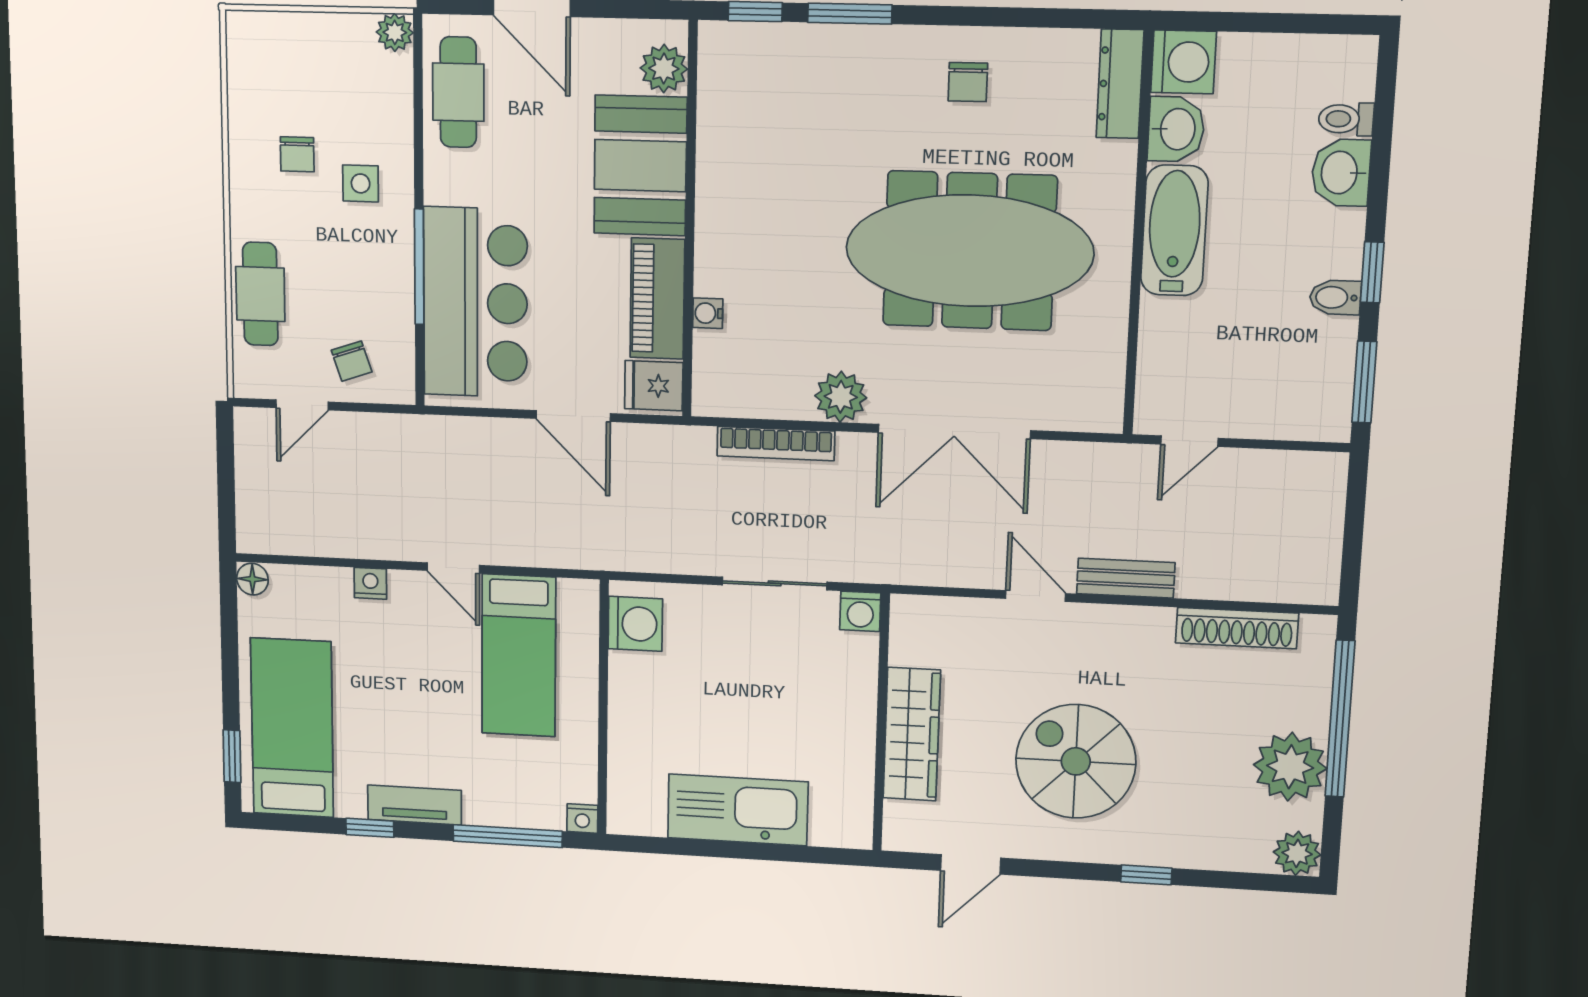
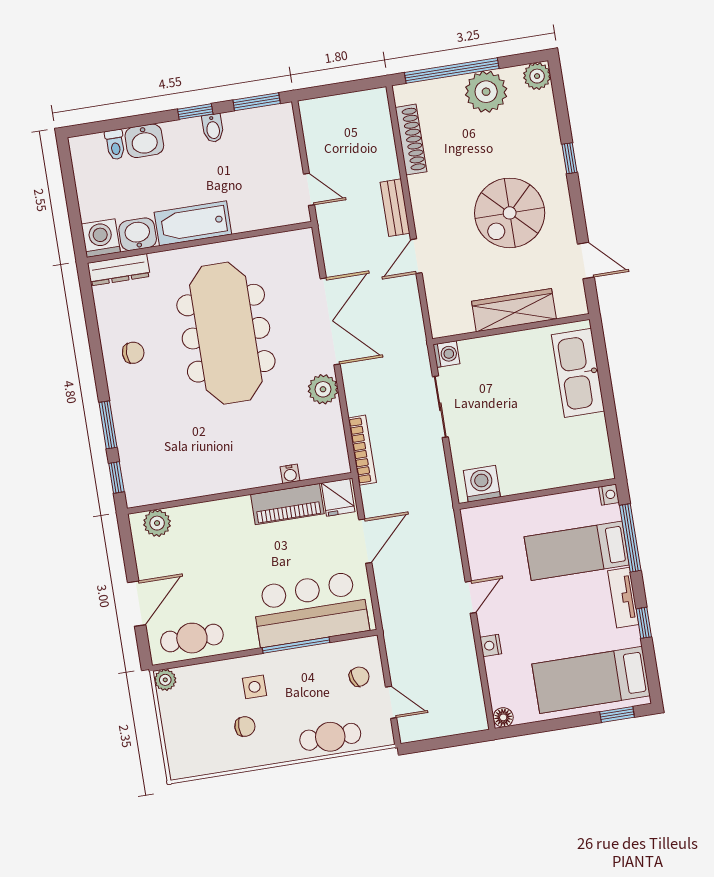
booth: (640, 166) -> (214, 527), removed
bookcase: (776, 444) -> (362, 450), moved
bed: (519, 656) -> (577, 551), moved, turned 180
kitchen sink: (738, 810) -> (578, 373), moved

